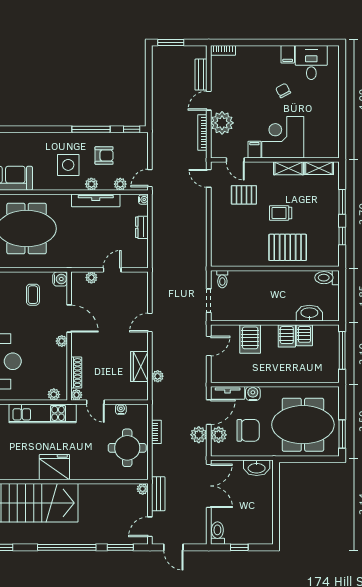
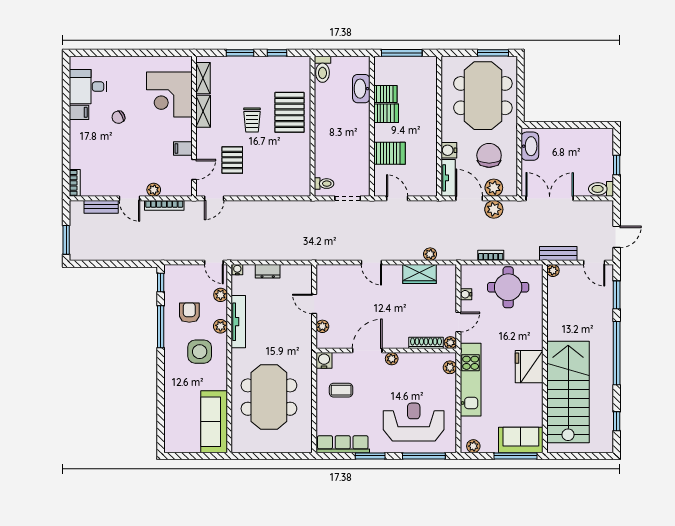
plant: (222, 123) -> (154, 190), width x0.53, depth x0.53
corner desk: (283, 137) -> (169, 94), moved

